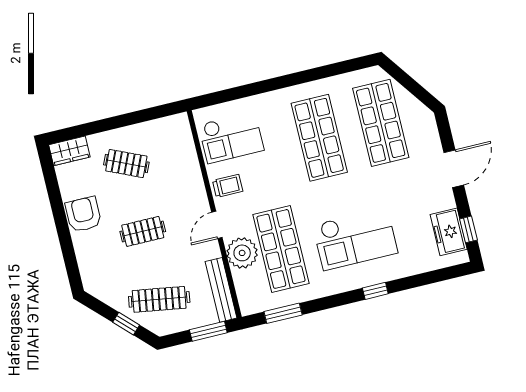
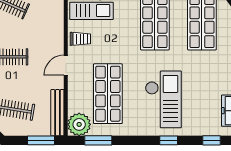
checkout: (355, 239) -> (163, 99), turned -90
plant: (242, 253) -> (79, 124), moved
window: (431, 277) -> (211, 140), added

